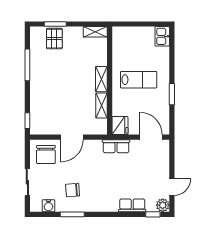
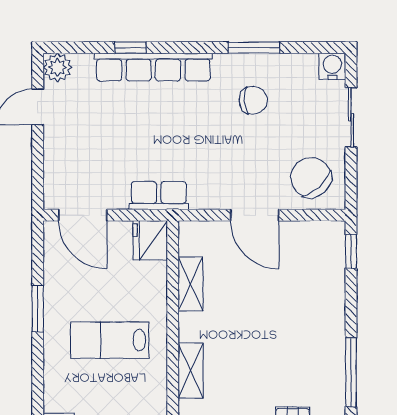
shelving: (101, 79) -> (191, 371), moved
door: (72, 137) -> (255, 215), swing flipped
chair: (46, 155) -> (311, 177), turned -42
row of seats: (132, 205) -> (153, 67), width x2.02
water cooler: (48, 206) -> (332, 66), moved
window: (153, 214) -> (130, 48), moved

